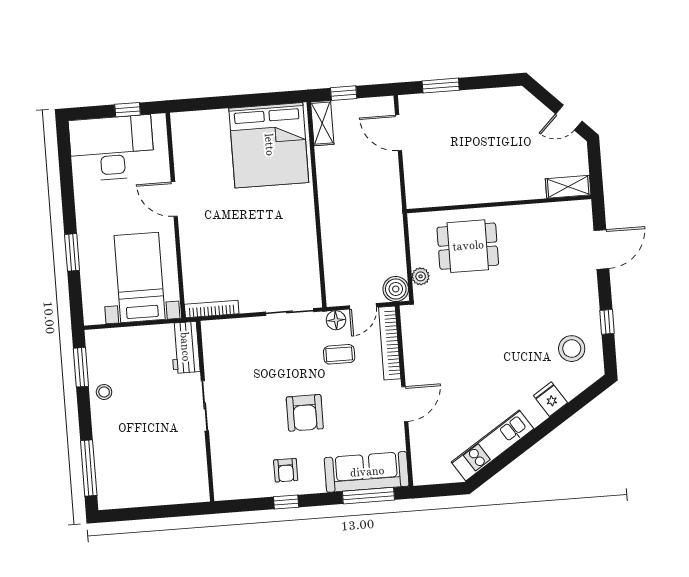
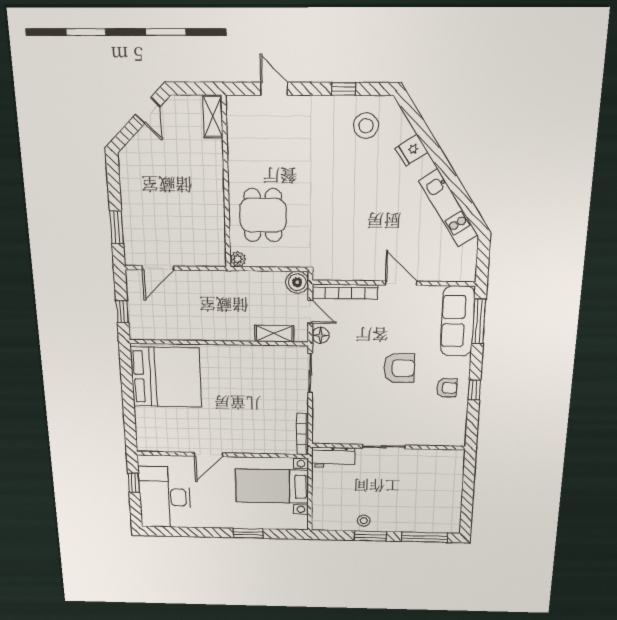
shelving: (322, 123) -> (274, 334), moved
door: (601, 250) -> (274, 89), width x0.73
plant: (421, 276) -> (238, 259), moved
coffee table: (339, 354) -> (351, 335), removed
window: (81, 367) -> (370, 536), moved

